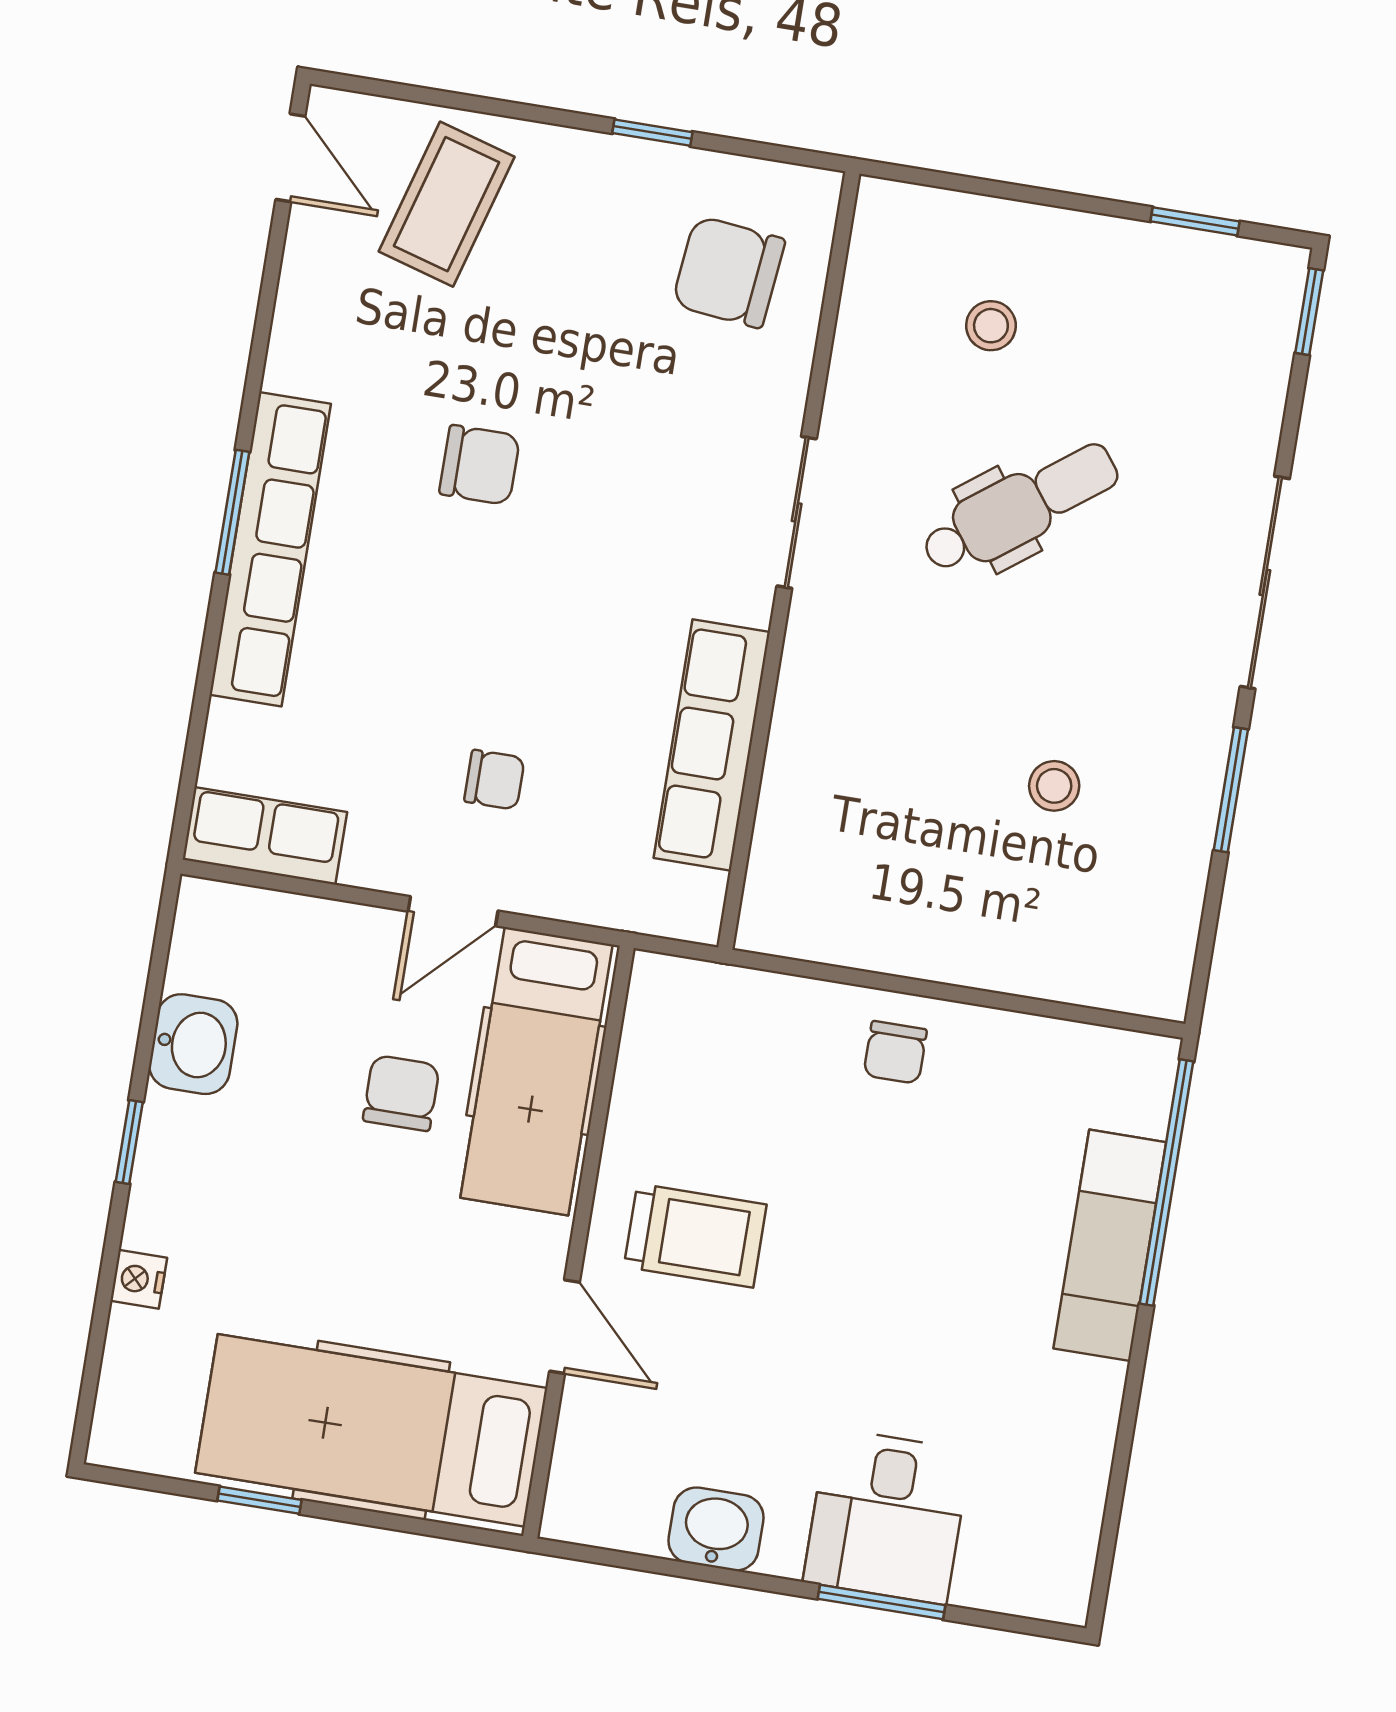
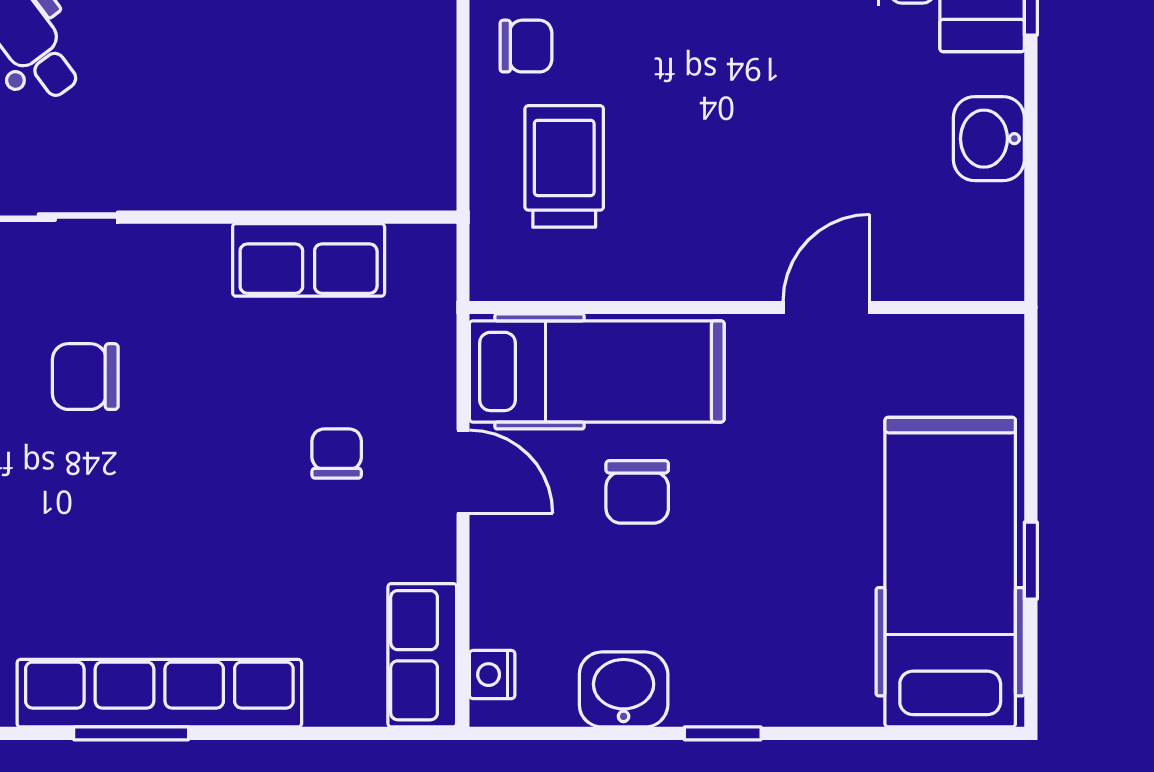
chair: (480, 465) -> (85, 377), moved, turned -90
row of seats: (712, 745) -> (309, 260), width x0.68
chair: (401, 1093) -> (637, 492), turned -90
trolley: (695, 1236) -> (564, 166), moved
nightstand: (139, 1279) -> (492, 675), moved, turned 90
hospital bed: (371, 1430) -> (950, 572), moved, turned 180

